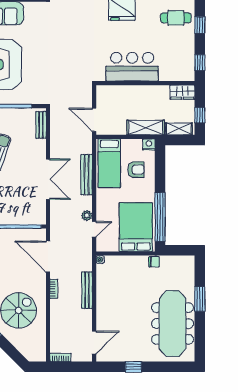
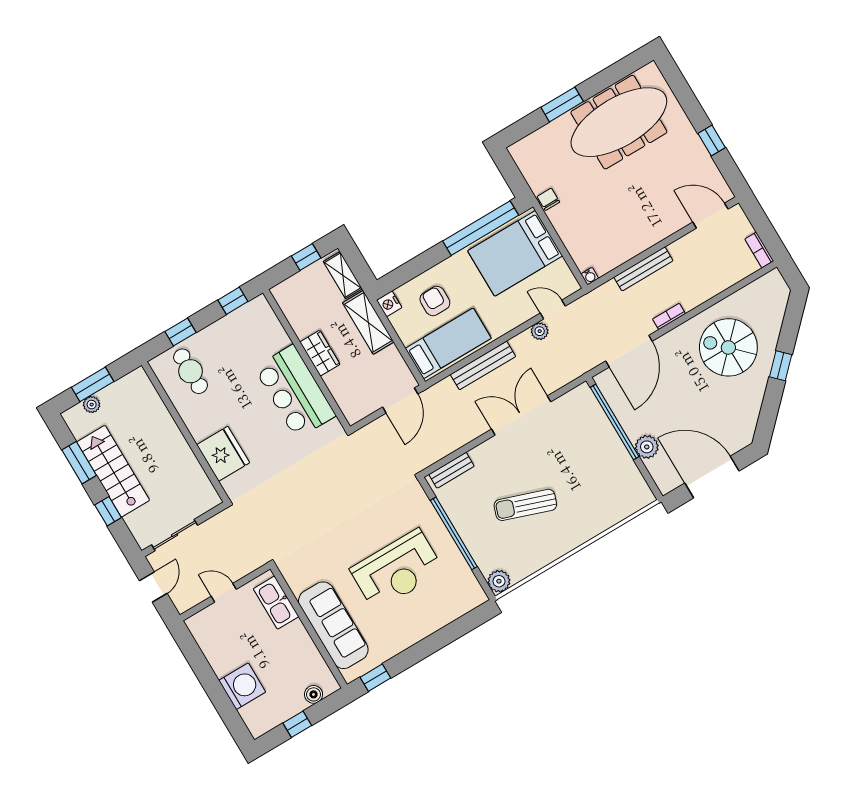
wardrobe: (182, 92) -> (320, 353), moved

